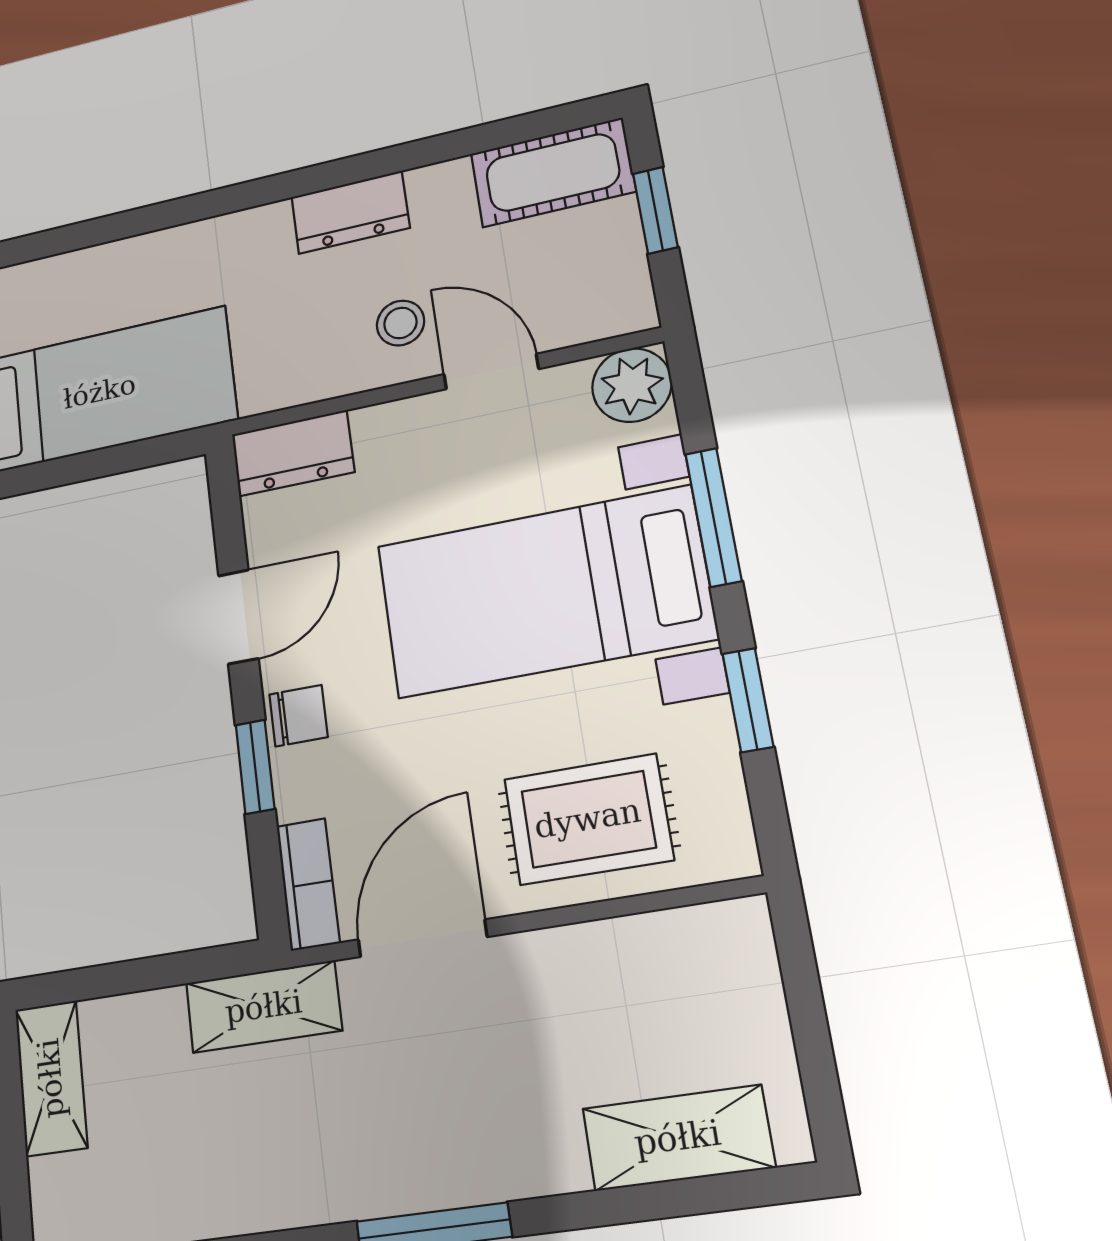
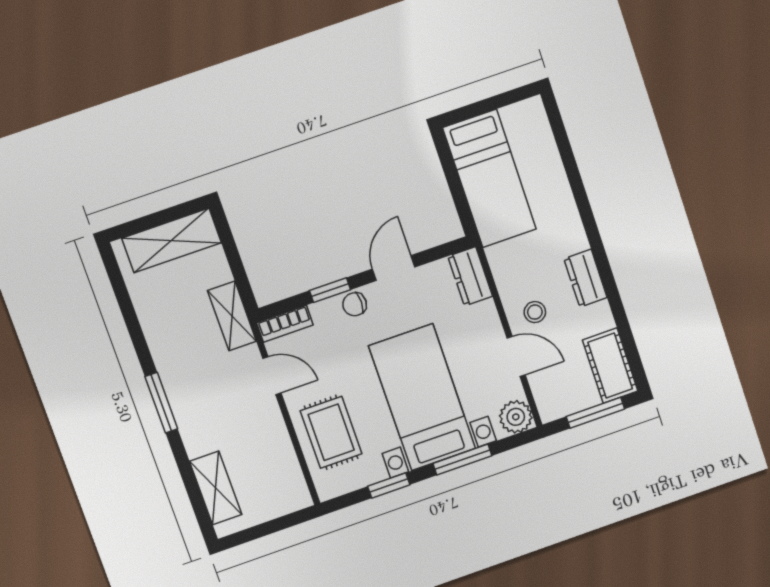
window: (655, 210) -> (595, 413), width x1.50
door: (491, 372) -> (516, 356), hinge flipped
door: (238, 617) -> (394, 268), swing flipped
chair: (299, 716) -> (355, 304), turned 90
door: (422, 938) -> (272, 376), width x0.73
shelving: (51, 1078) -> (172, 240), width x1.50, depth x1.33

